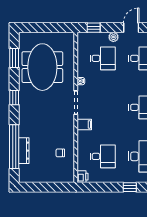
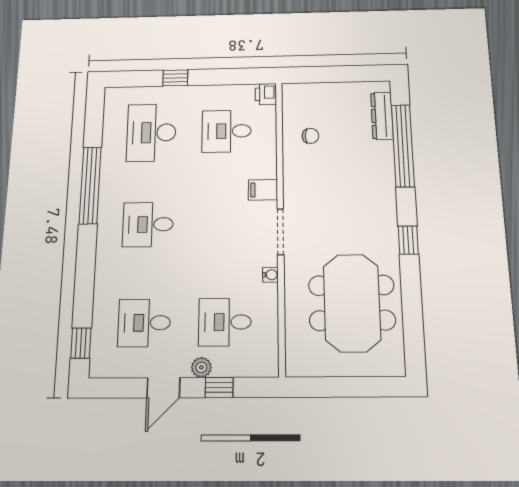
window: (94, 28) -> (219, 387), moved
window: (14, 58) -> (413, 321), removed
dresser: (24, 151) -> (382, 116), moved

